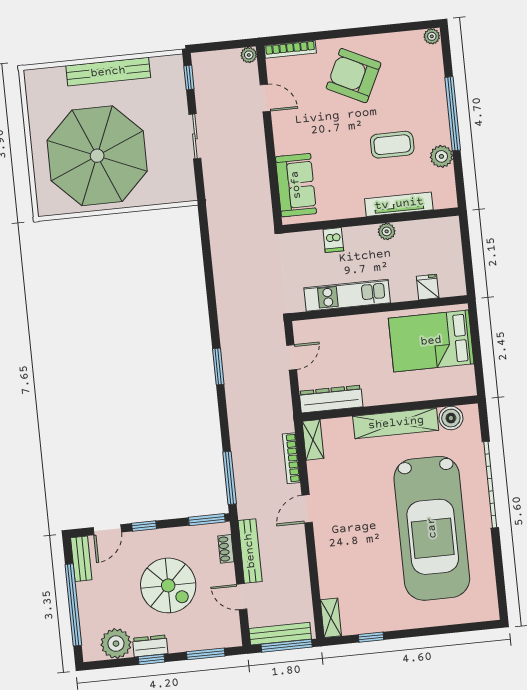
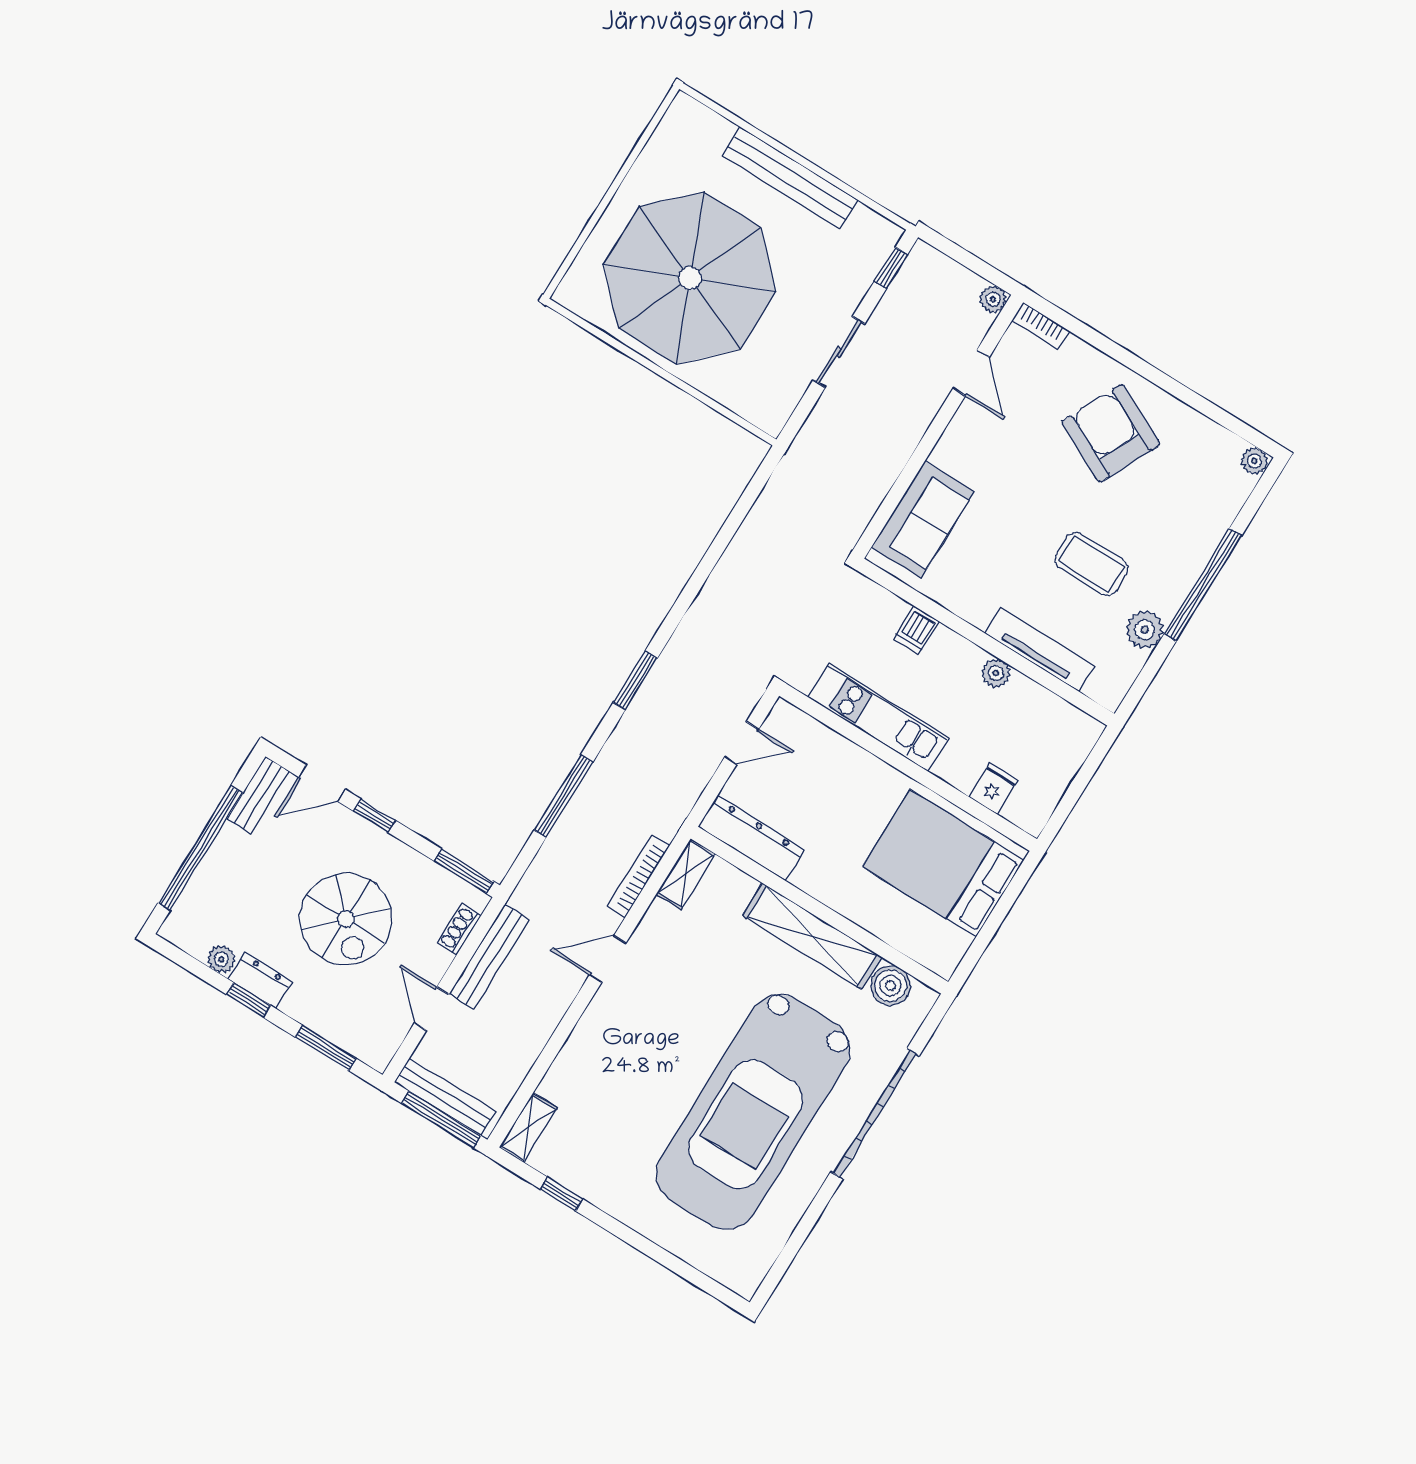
bookcase: (290, 49) -> (1041, 326), width x0.64
window: (230, 478) -> (564, 796), moved
plant: (116, 644) -> (221, 959), width x0.53, depth x0.53

